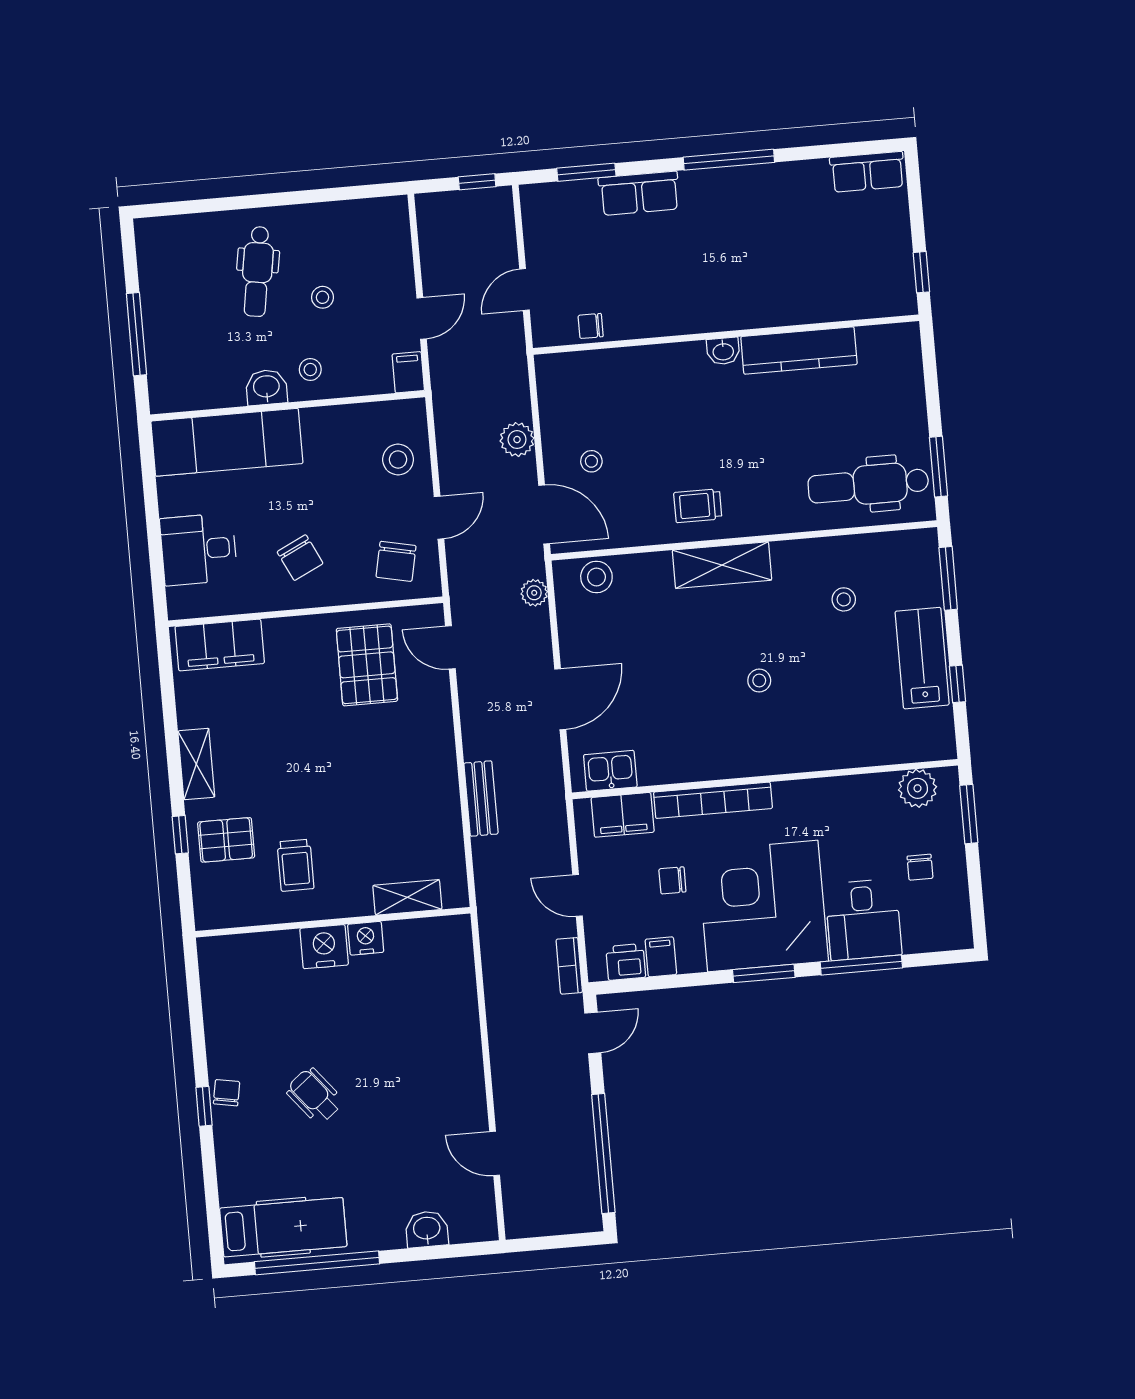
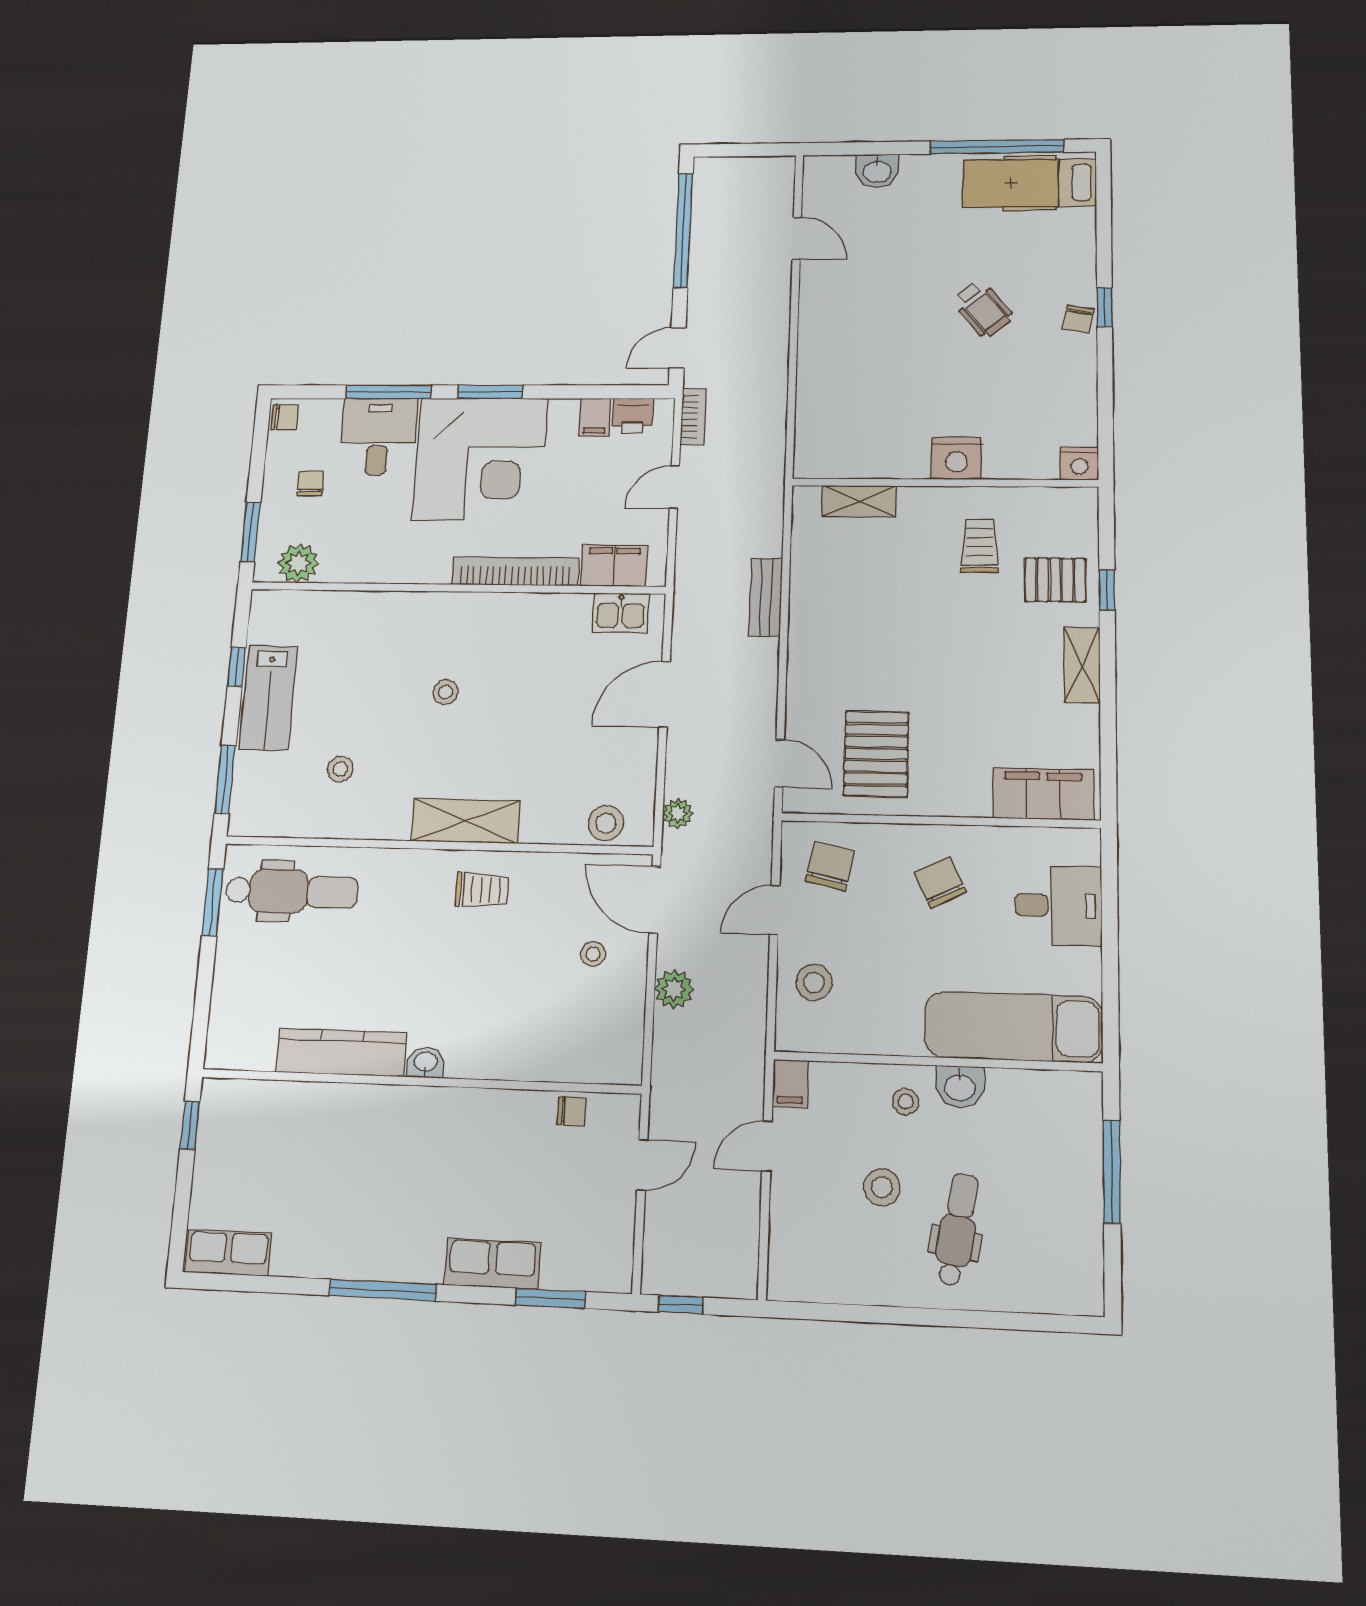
stool: (323, 297) -> (882, 1187), width x1.37, depth x1.37
chair: (672, 880) -> (285, 417), moved
door: (577, 895) -> (674, 487), swing flipped
nightstand: (366, 938) -> (1079, 464), moved

